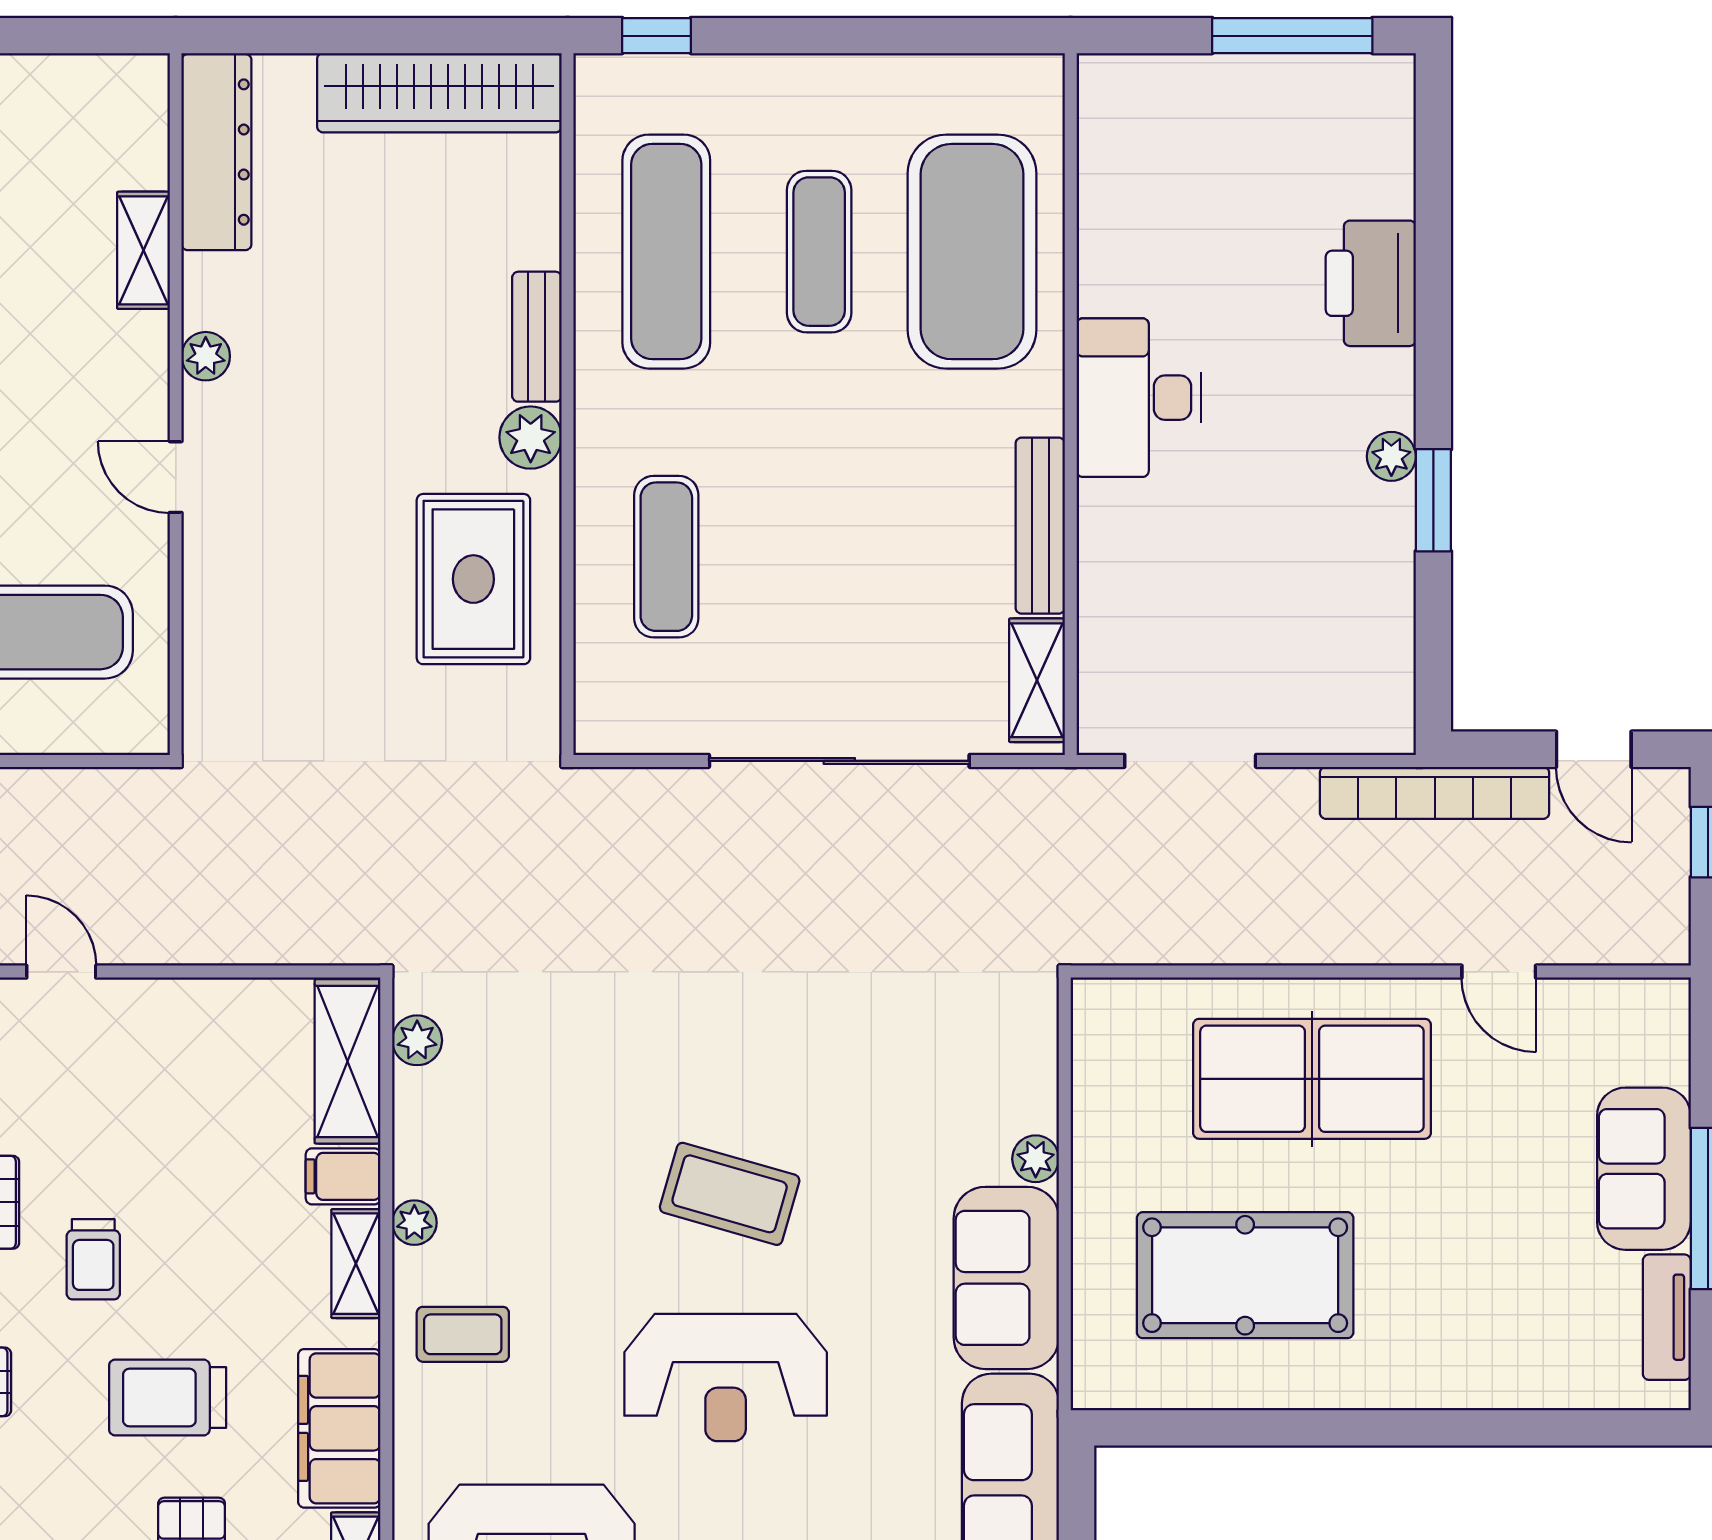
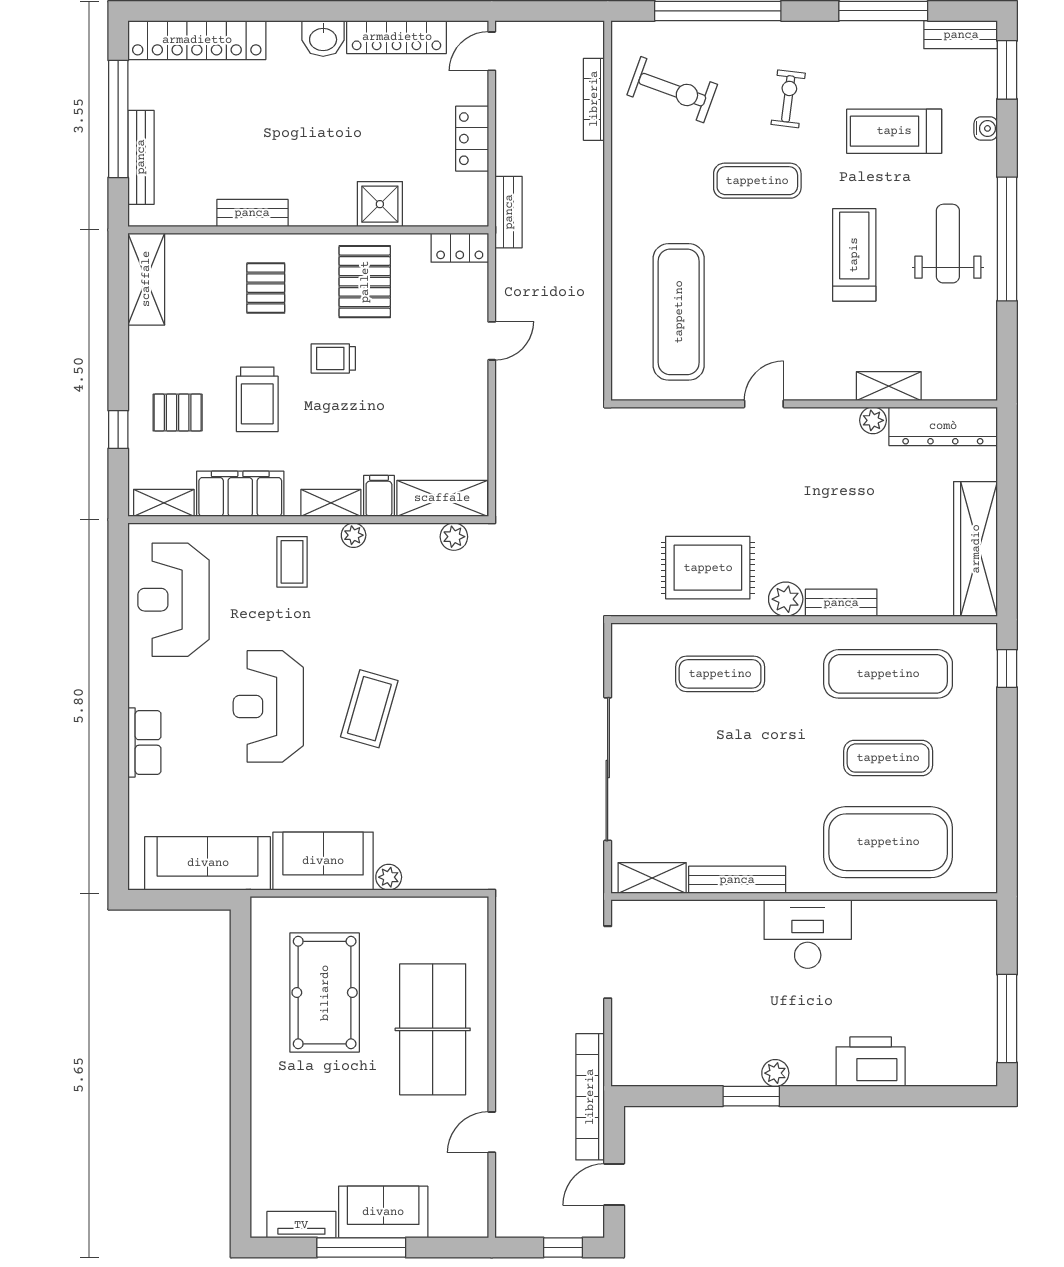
plant: (206, 356) -> (873, 420), moved
trolley: (168, 1398) -> (257, 399), turned 180

